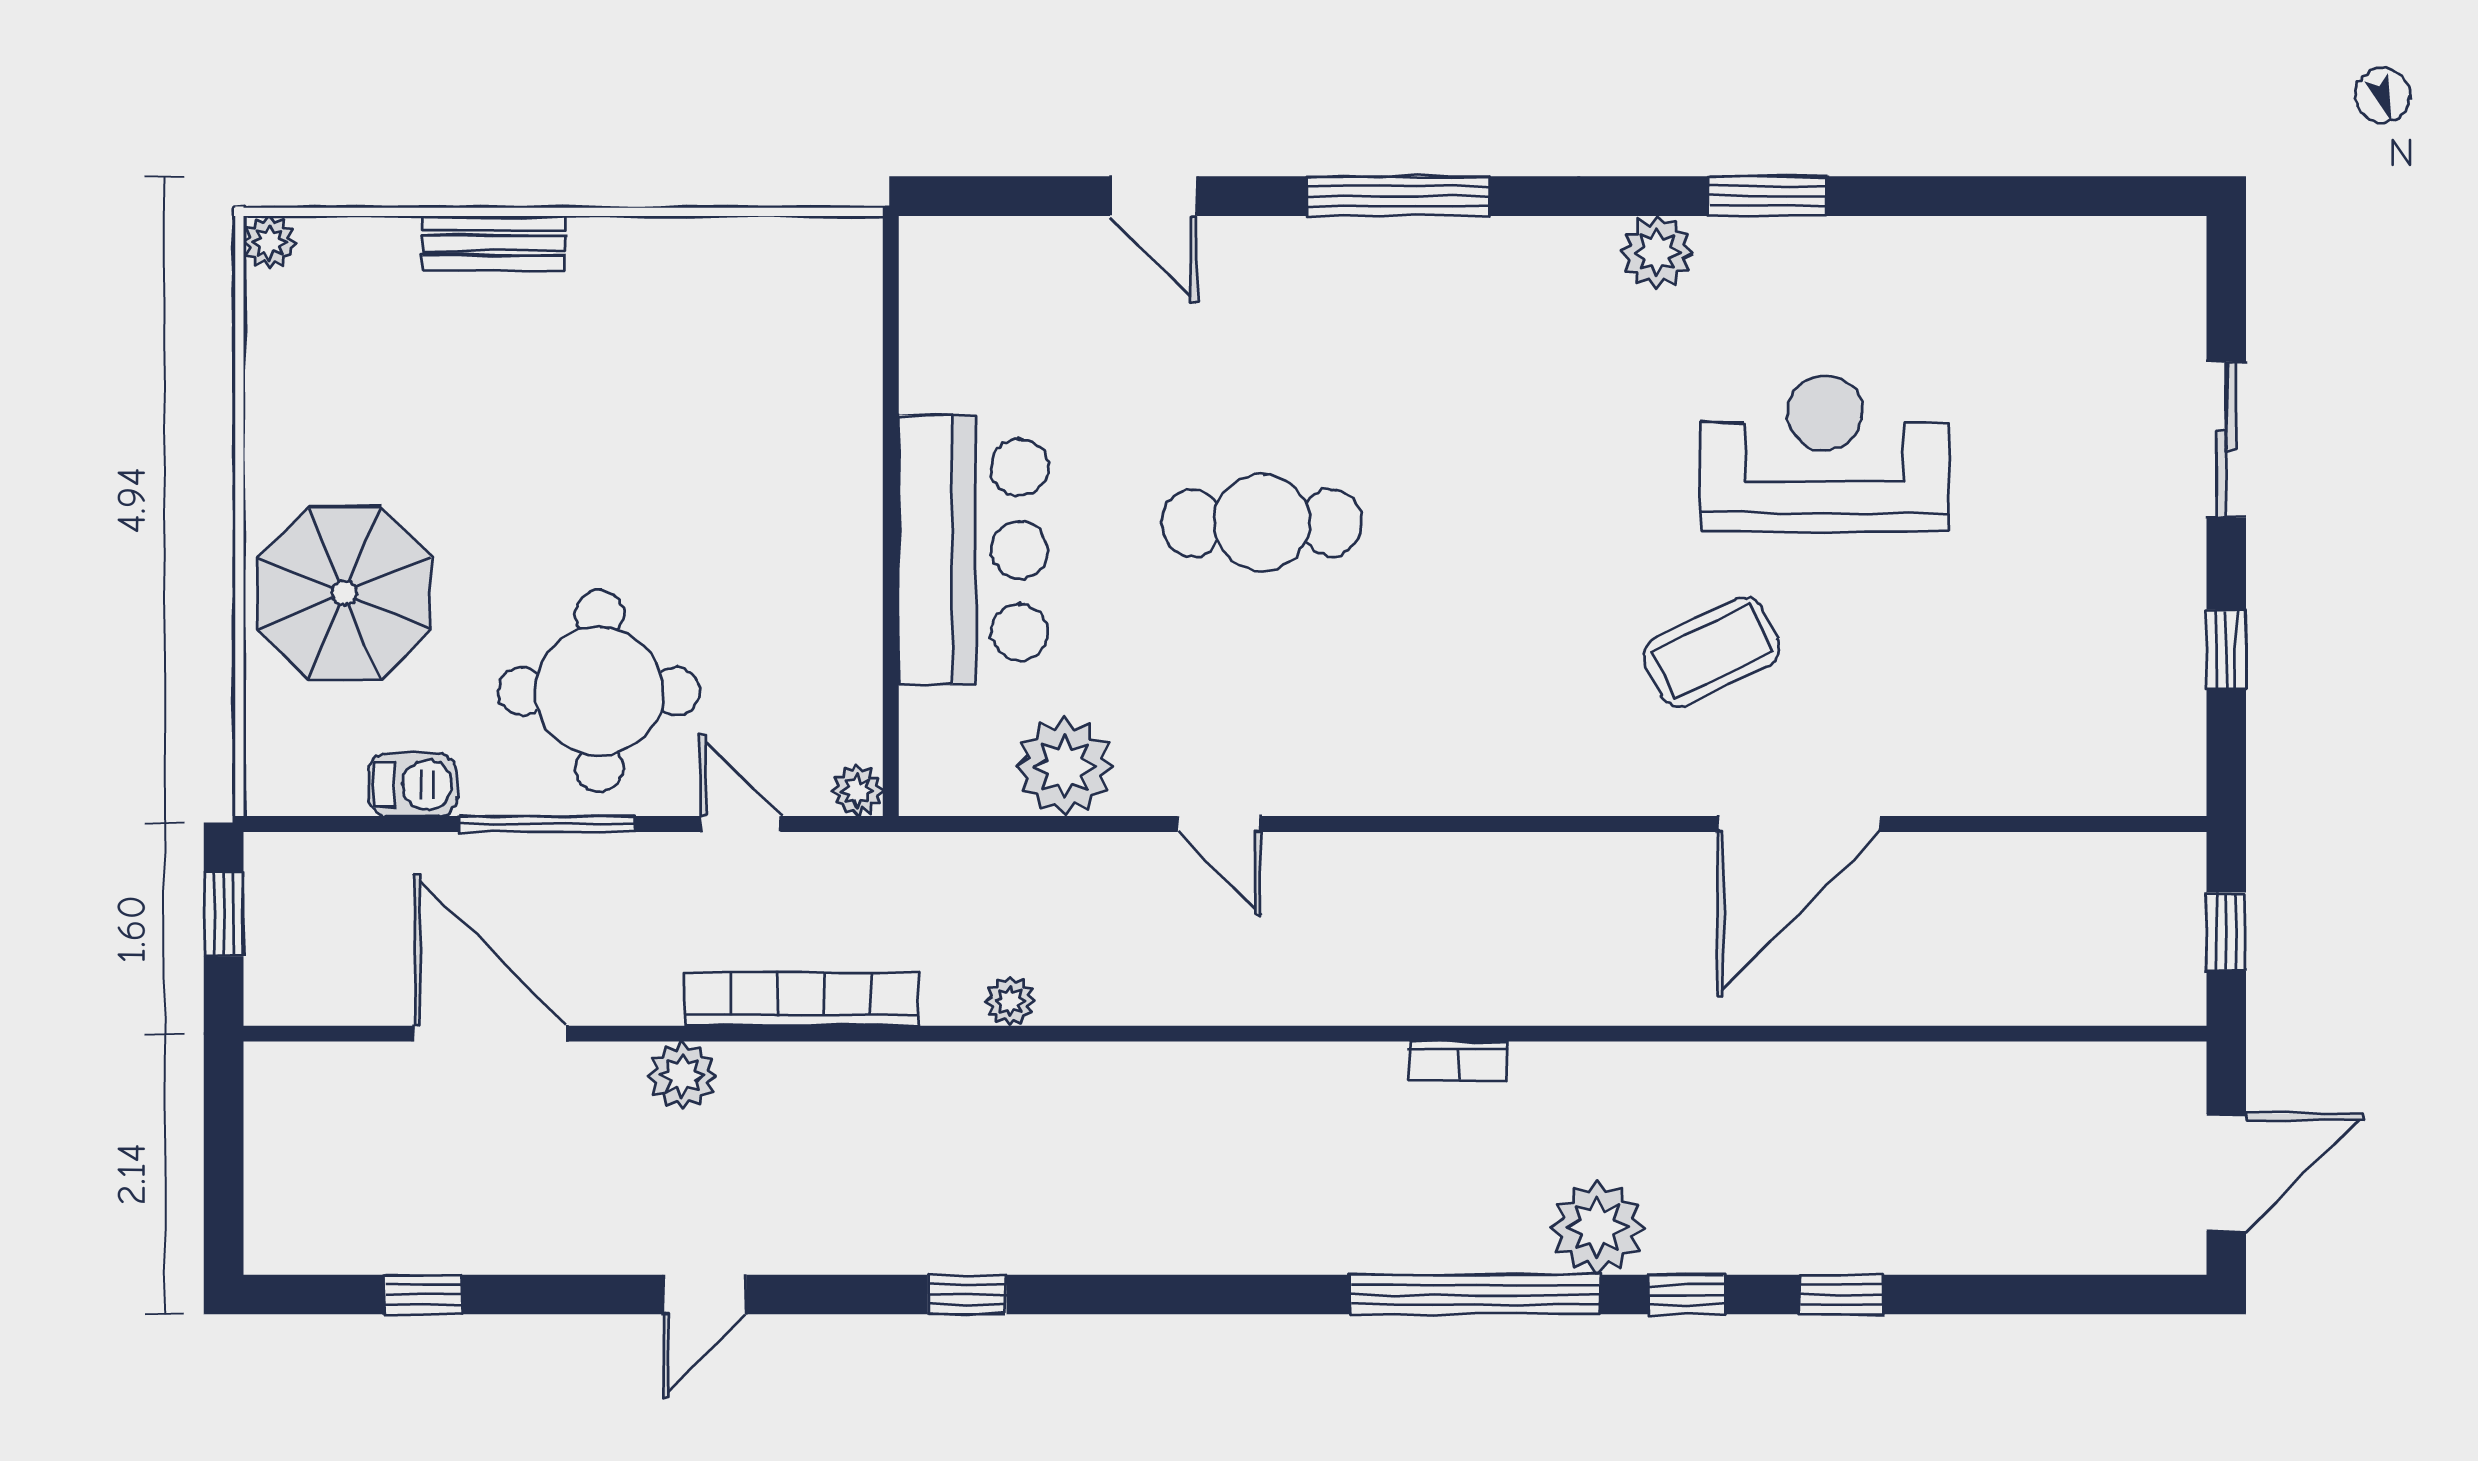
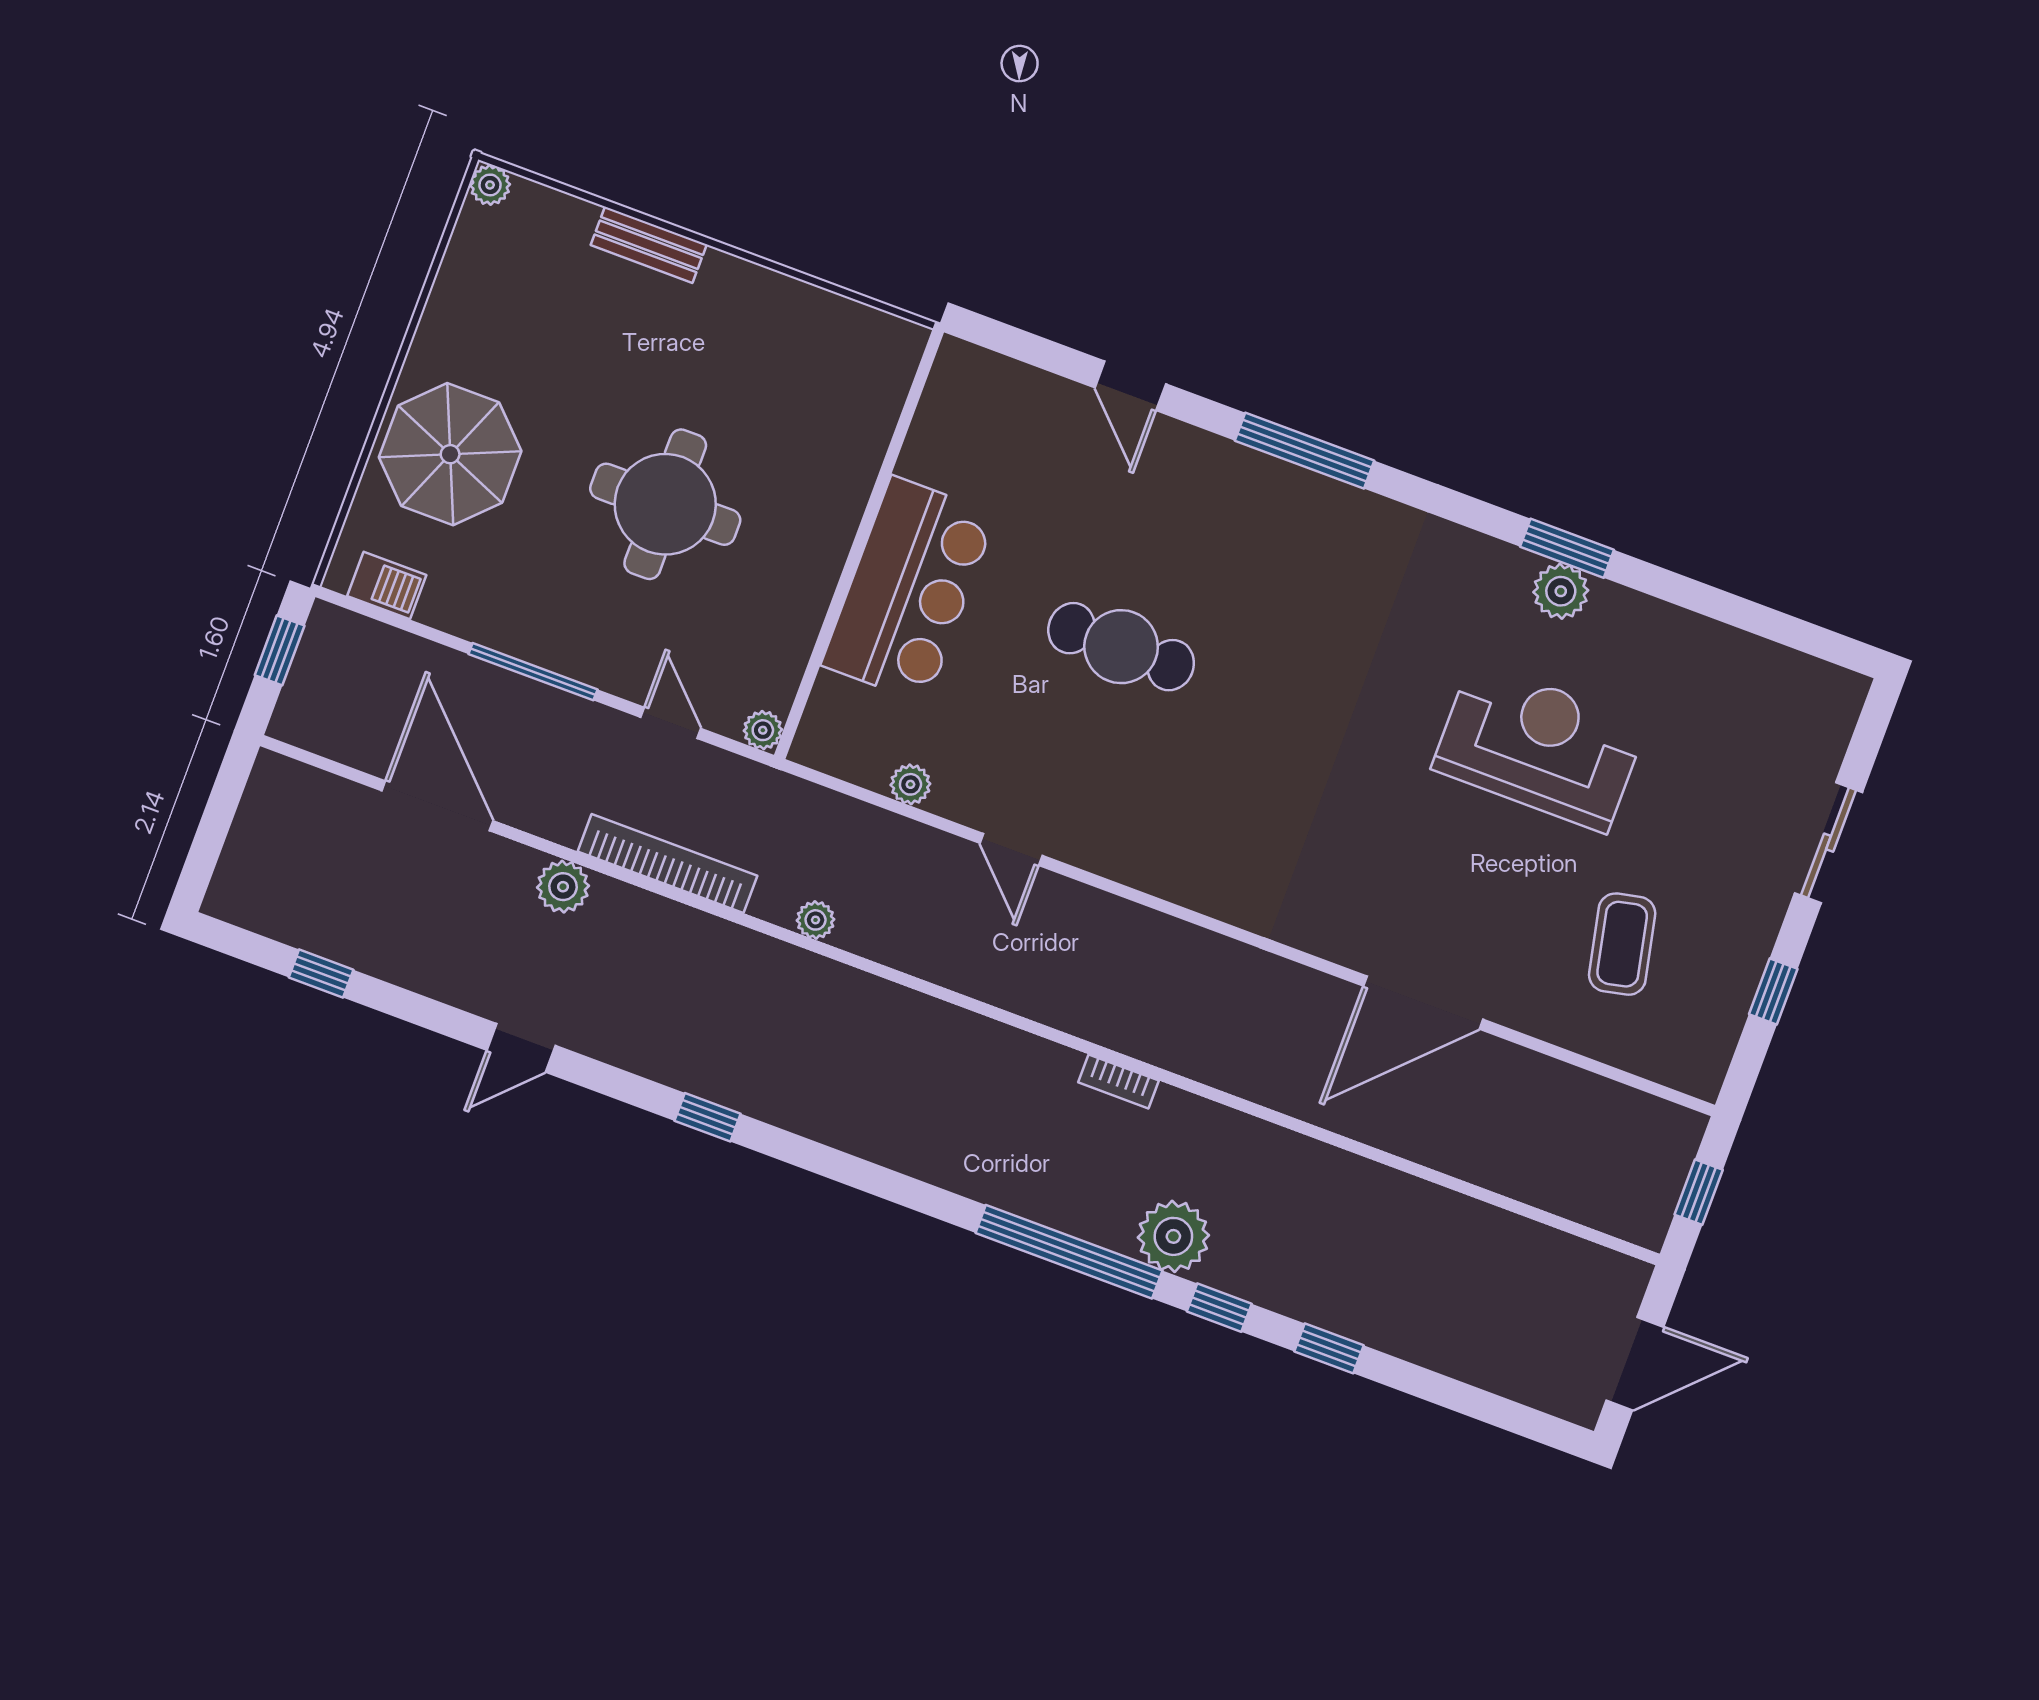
plant: (1657, 252) -> (1561, 591), moved
coffee table: (1712, 652) -> (1622, 944), moved, turned -76
round table: (599, 691) -> (665, 504), moved
plant: (1065, 767) -> (910, 784), width x0.53, depth x0.53
barbecue: (413, 785) -> (387, 586), moved

